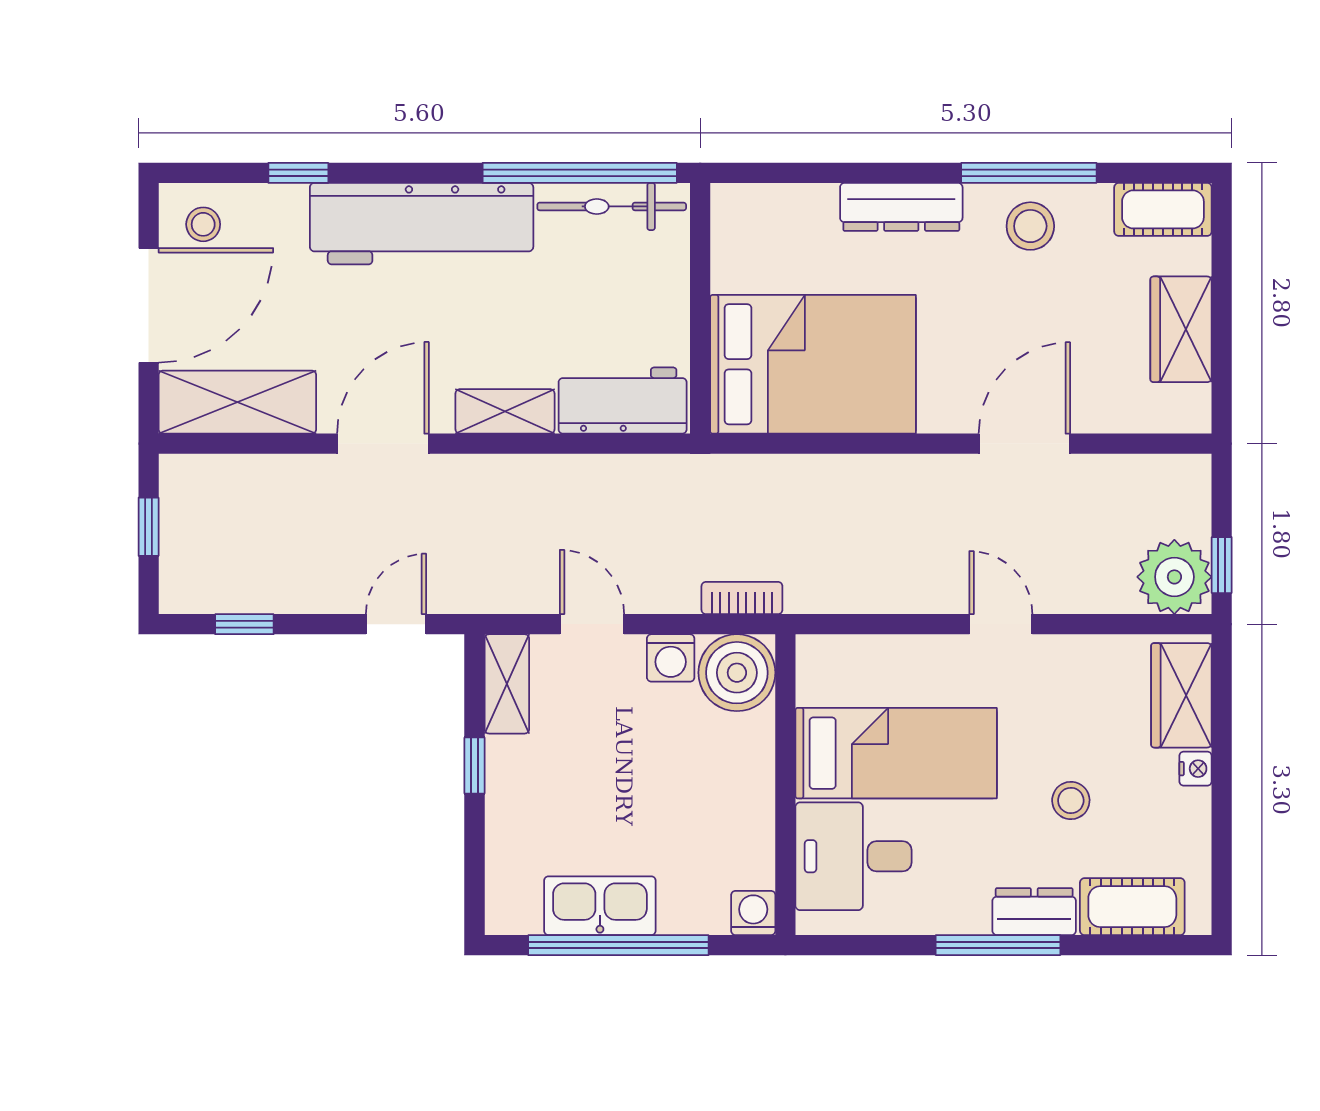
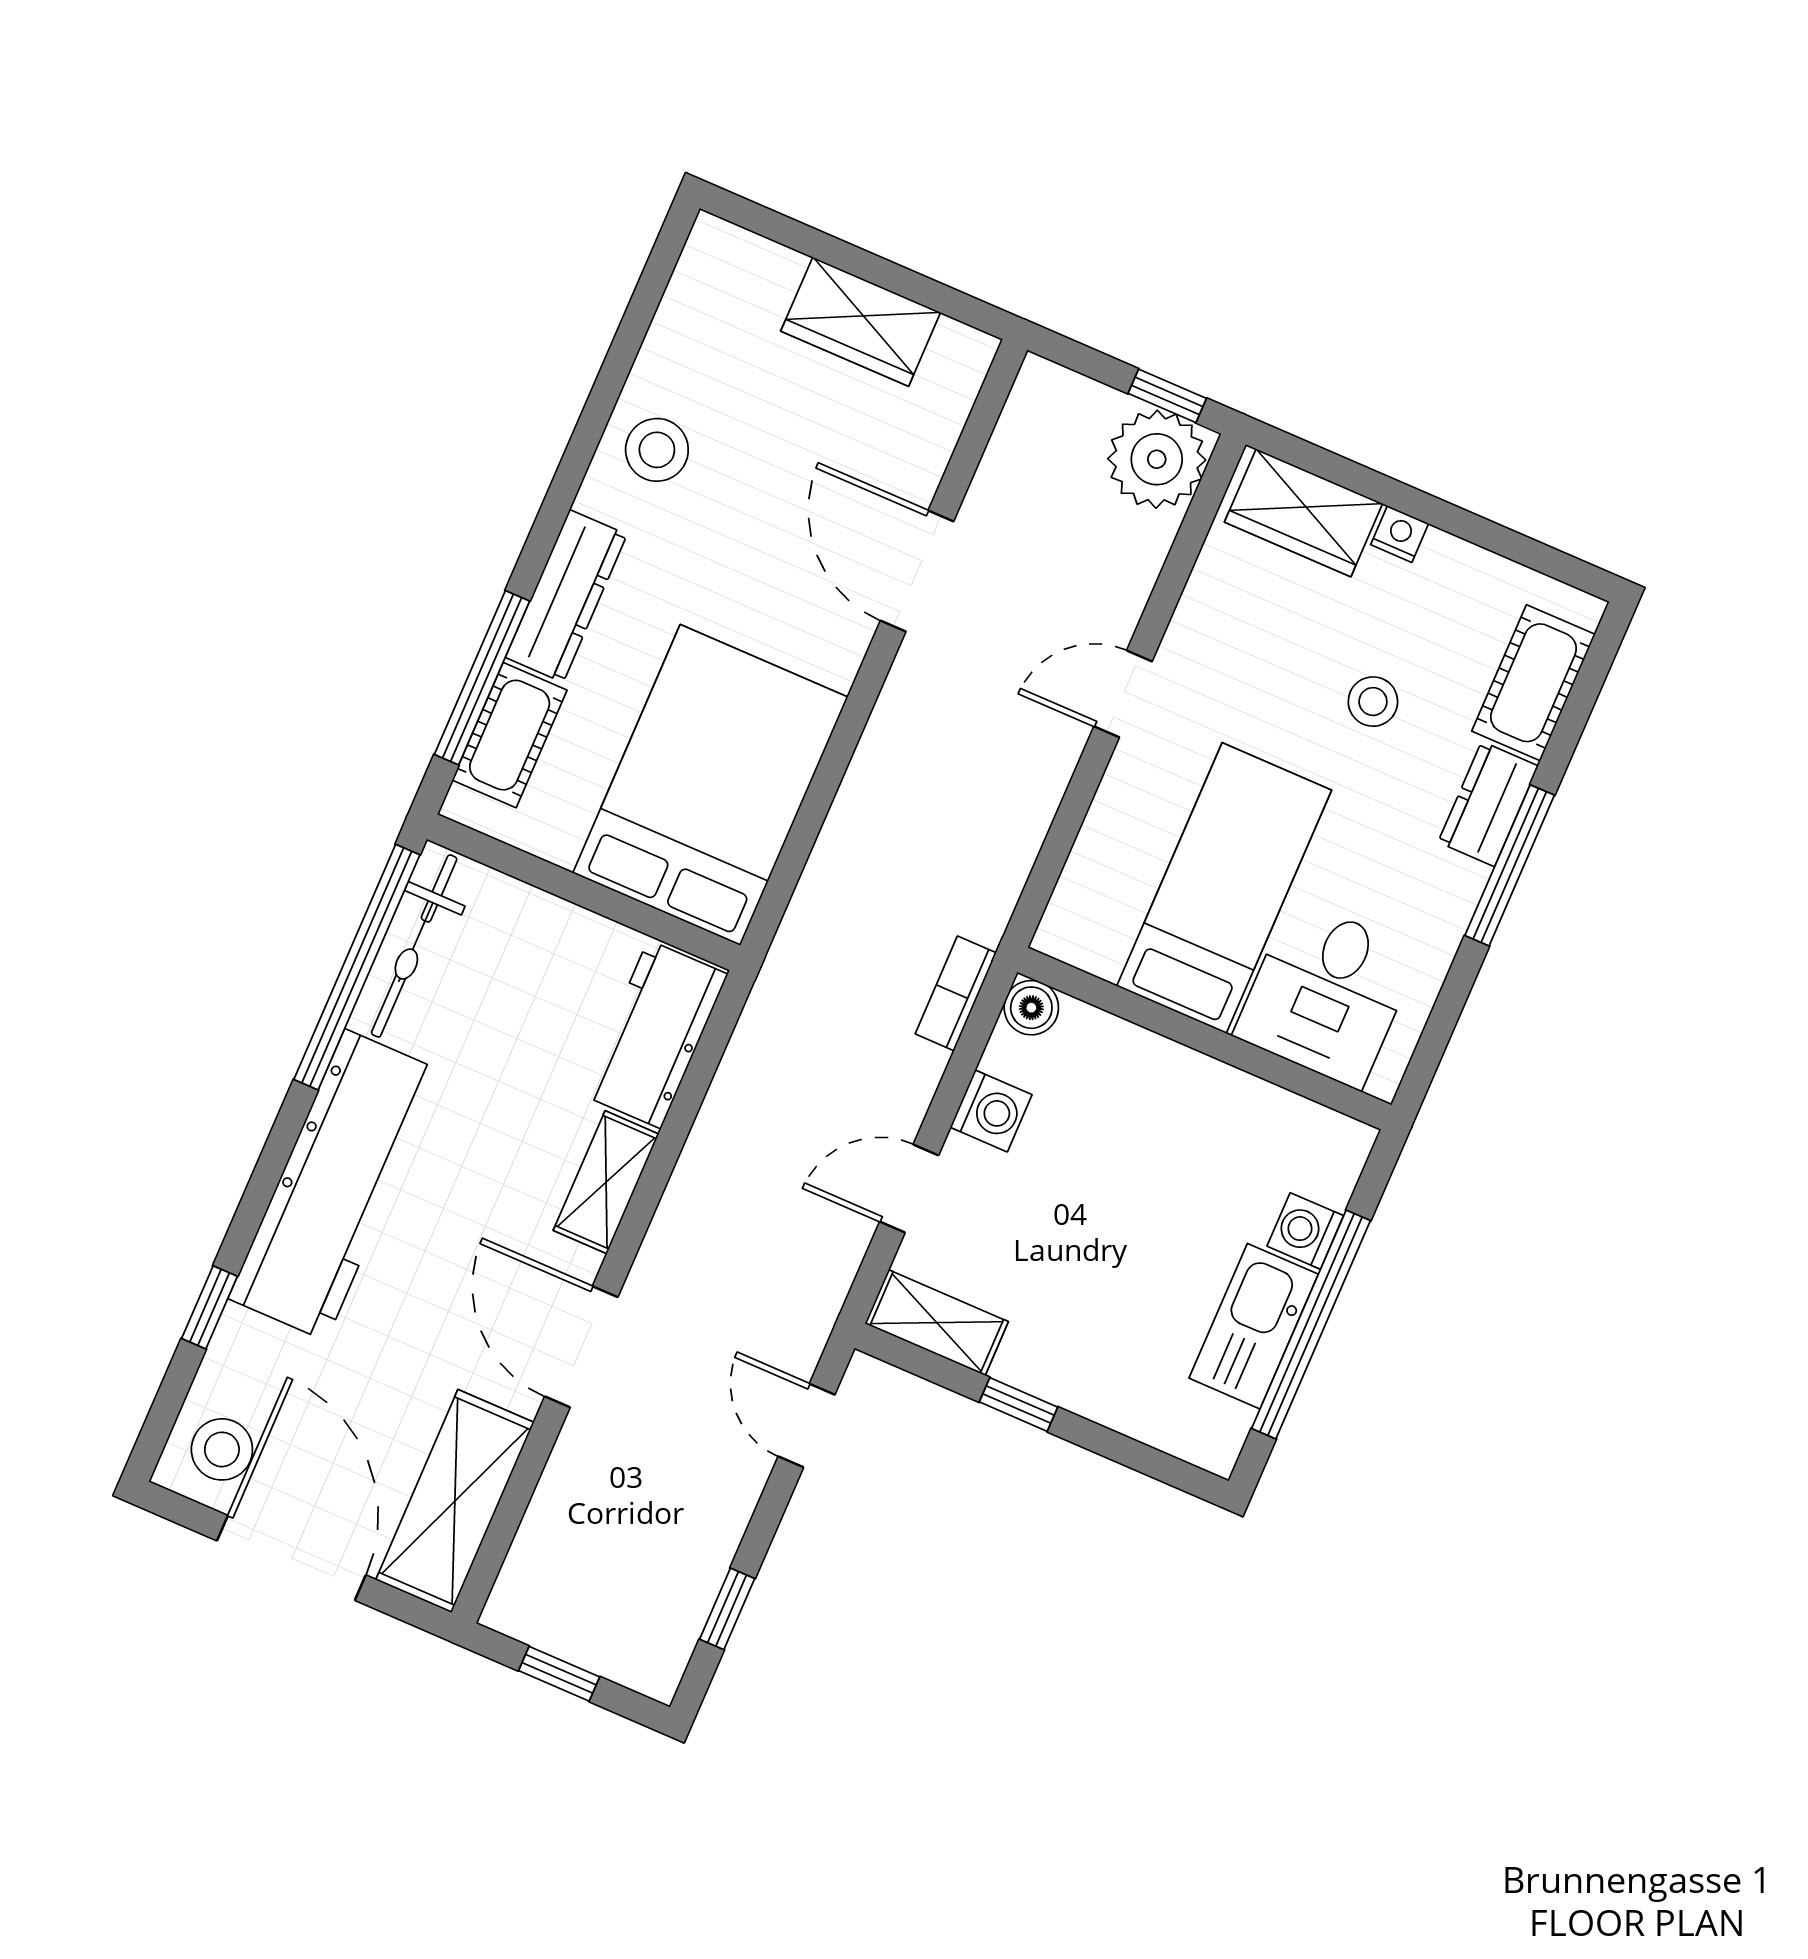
window: (1029, 173) -> (482, 678), moved
cot: (1163, 209) -> (510, 735), moved
stool: (203, 224) -> (222, 1449), width x1.37, depth x1.37
boiler: (737, 673) -> (1031, 1008), width x0.54, depth x0.54
washing machine: (753, 913) -> (1305, 1231), moved

